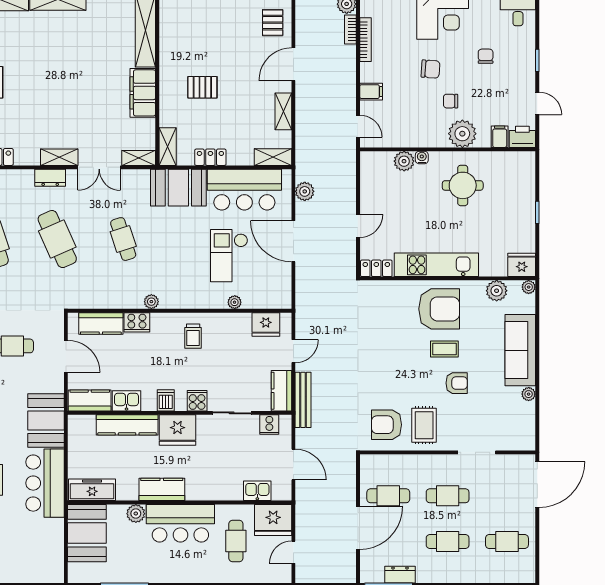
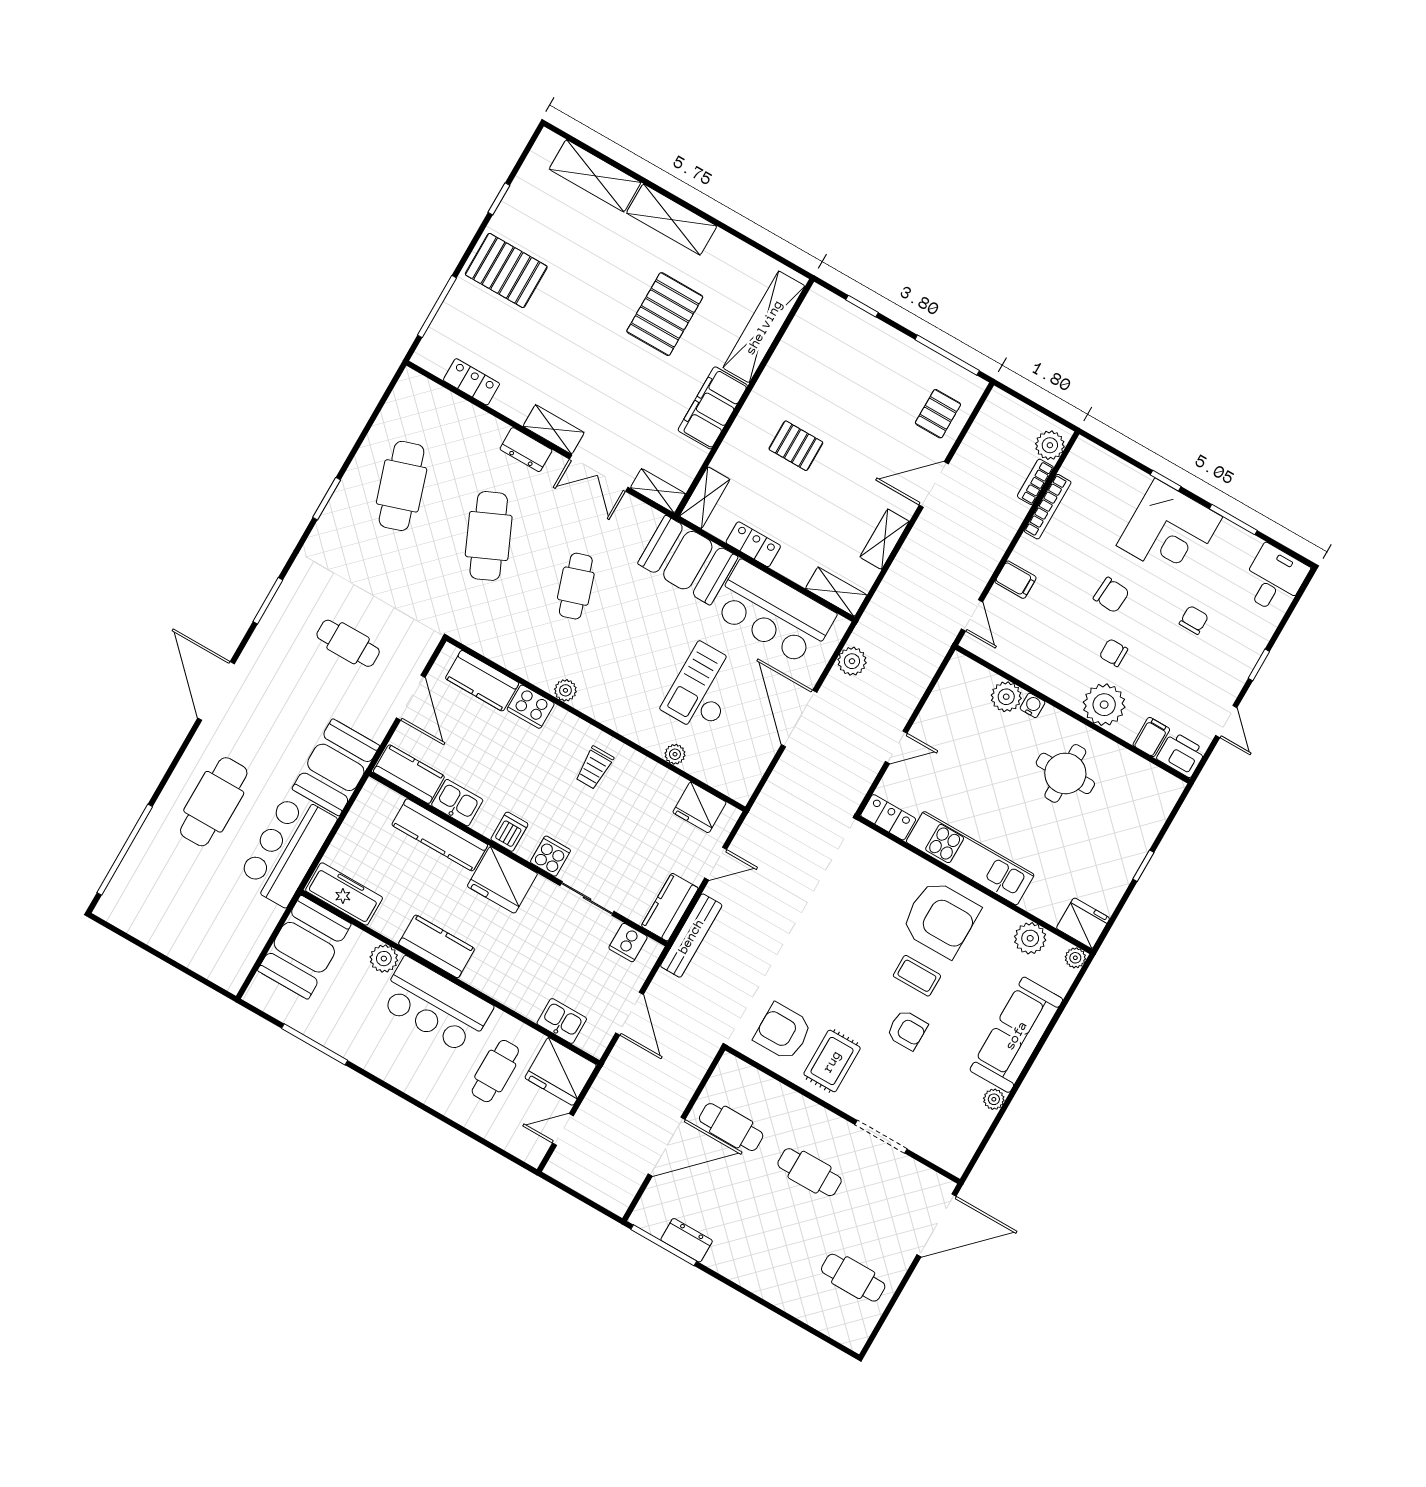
pallet: (85, 55) -> (665, 314), added
cafe table: (448, 542) -> (775, 1233), removed

